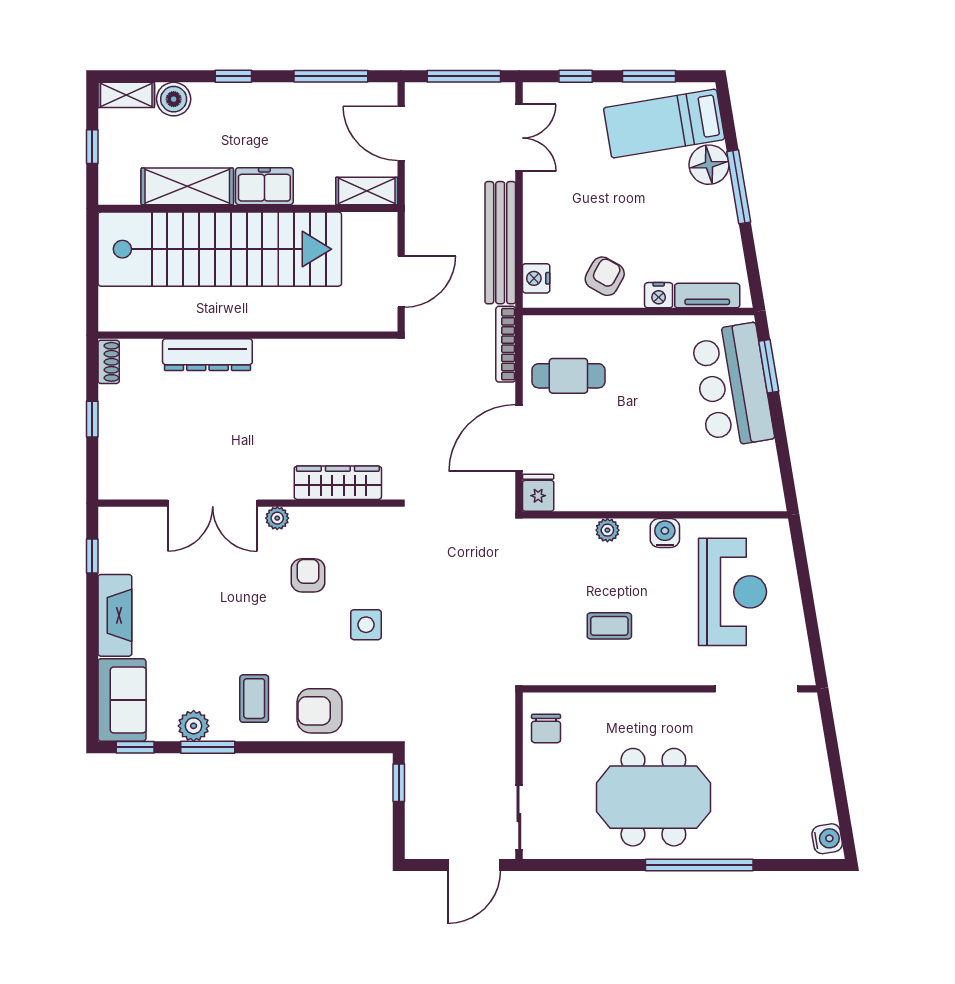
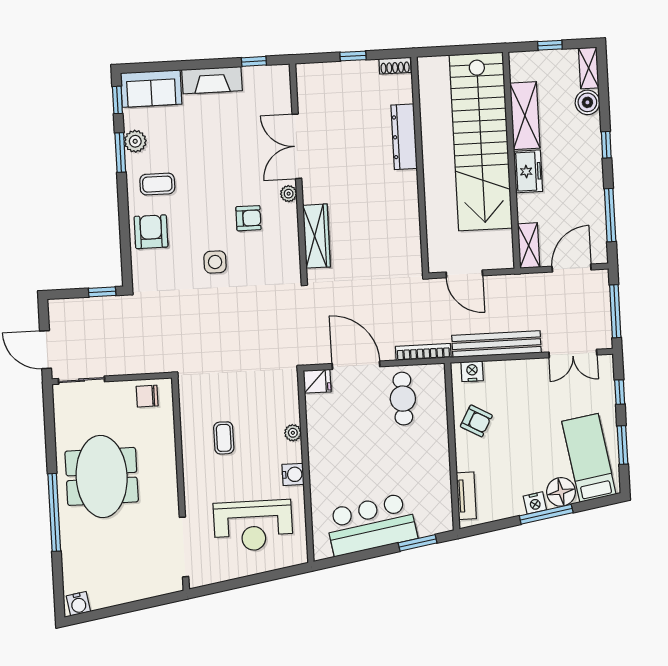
nightstand: (659, 295) -> (535, 503), moved, turned -99
bar counter: (733, 386) -> (371, 525), moved

